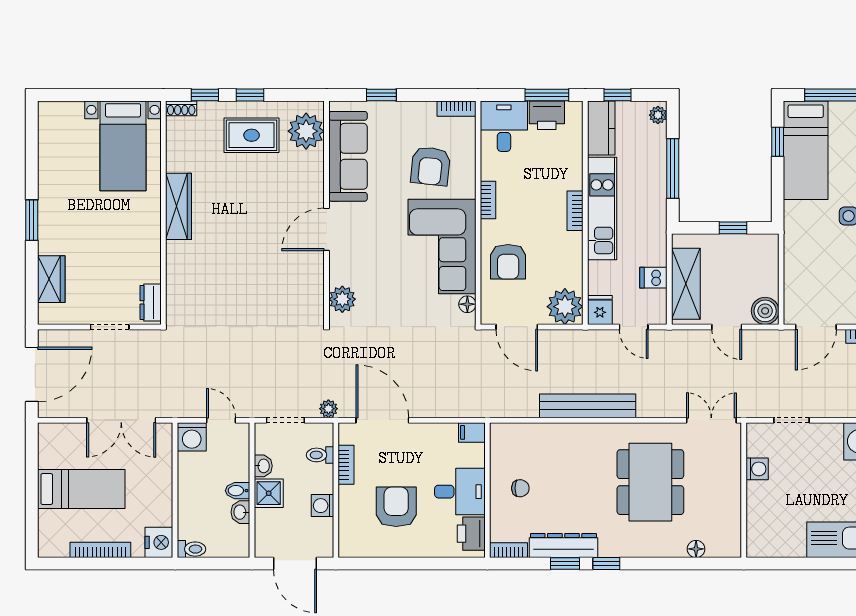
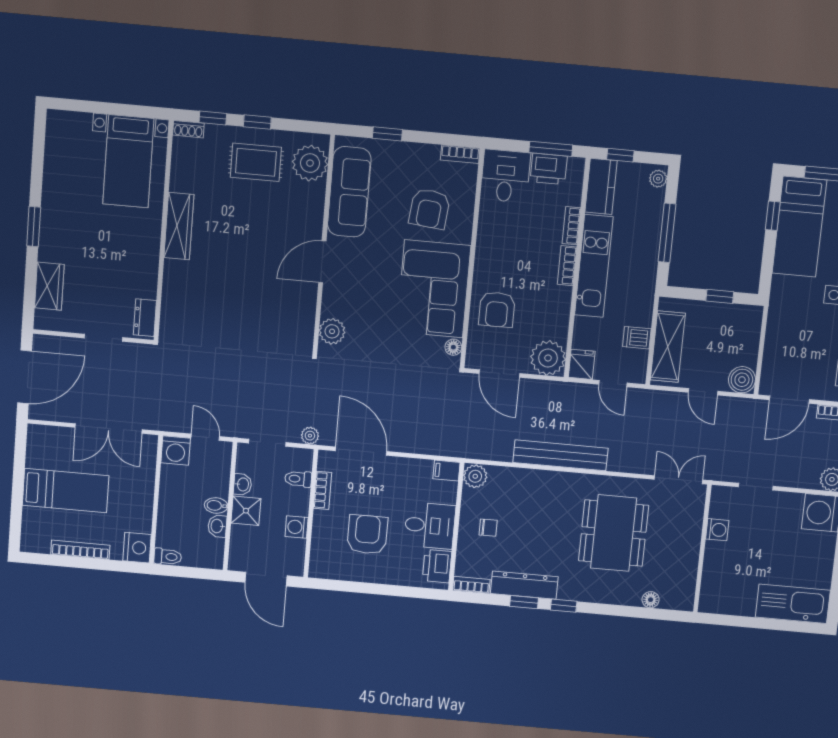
bookcase: (488, 200) -> (571, 226), moved, turned 180
plant: (502, 436) -> (475, 476), added

